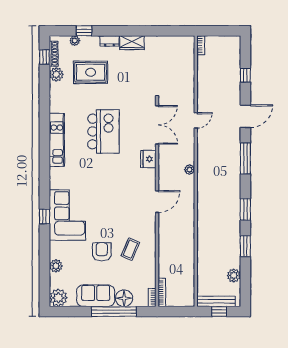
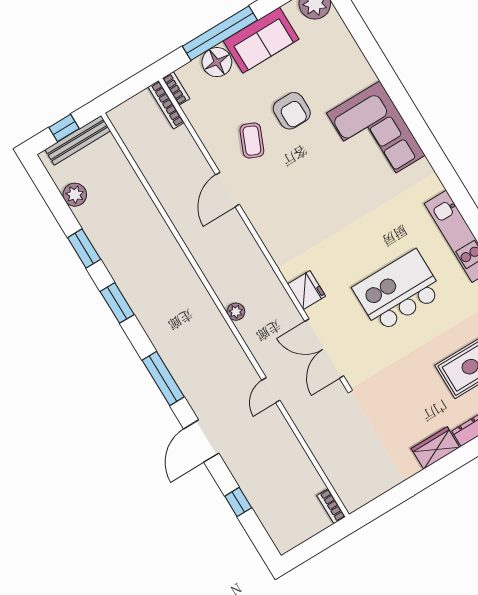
kitchen island: (104, 131) -> (398, 291), turned 90
door: (157, 202) -> (228, 190), moved
window: (44, 216) -> (409, 112), removed
plant: (56, 266) -> (347, 49), removed

